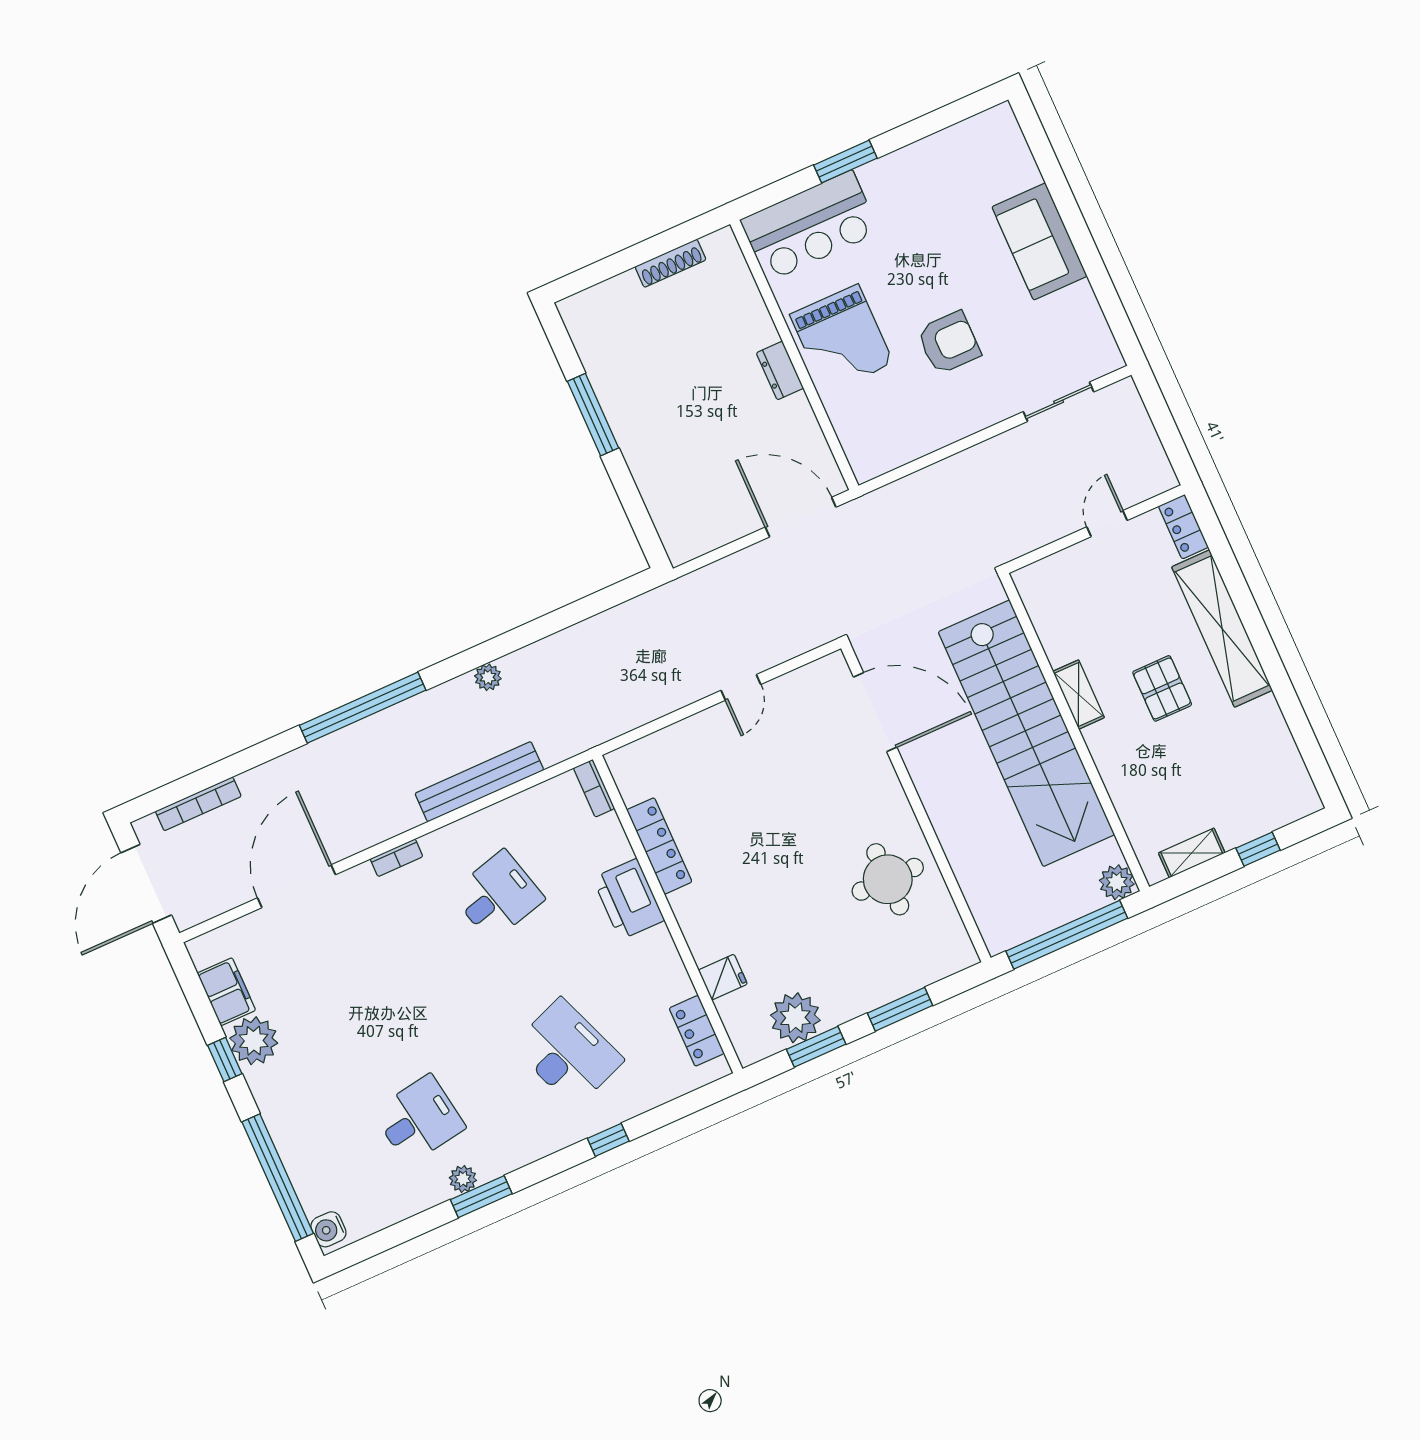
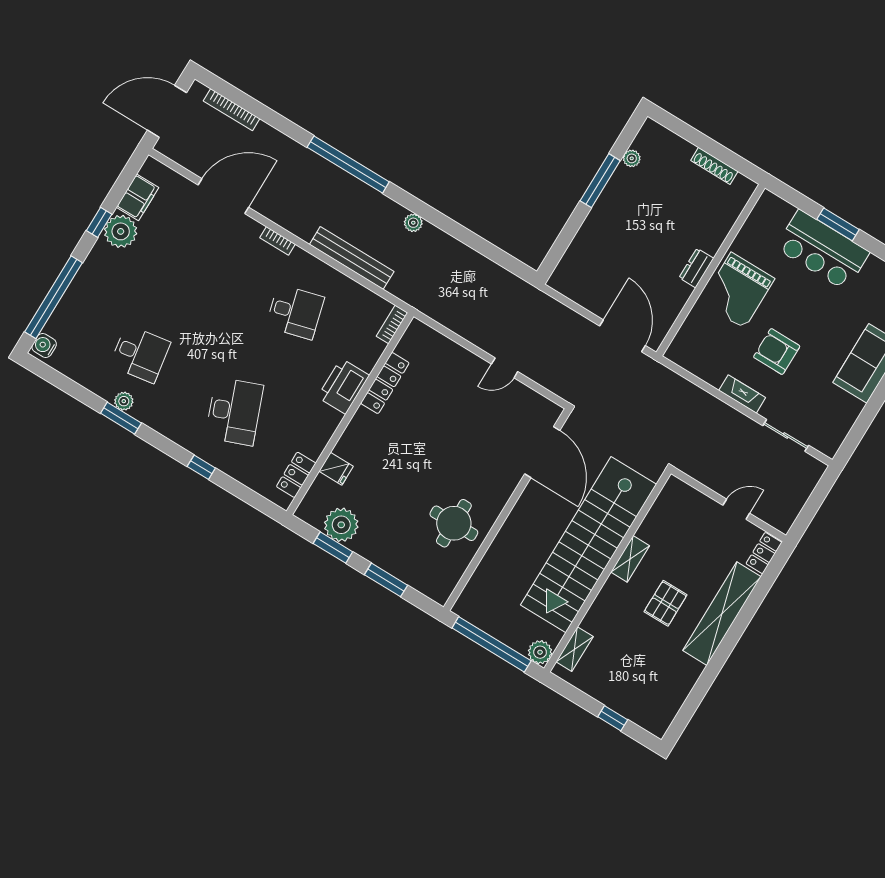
bar counter: (810, 226) -> (823, 250), moved
armchair: (949, 343) -> (777, 352), turned 180
plant: (592, 357) -> (632, 158), added
fireplace: (972, 420) -> (742, 394), added
shelving: (1192, 853) -> (575, 649), moved, turned 90

